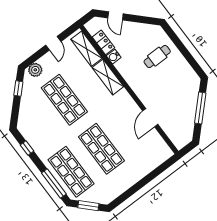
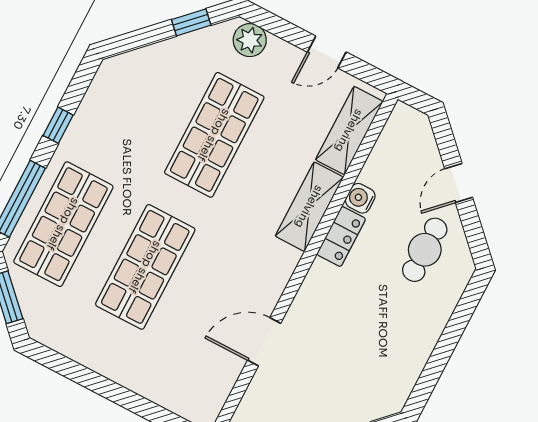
door: (115, 16) -> (459, 183), moved
locker: (103, 42) -> (341, 236), moved
cafe table: (157, 57) -> (425, 250), moved, turned 90
window: (27, 148) -> (58, 125), moved

